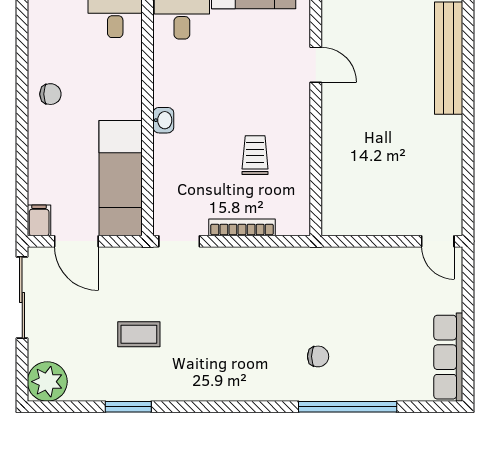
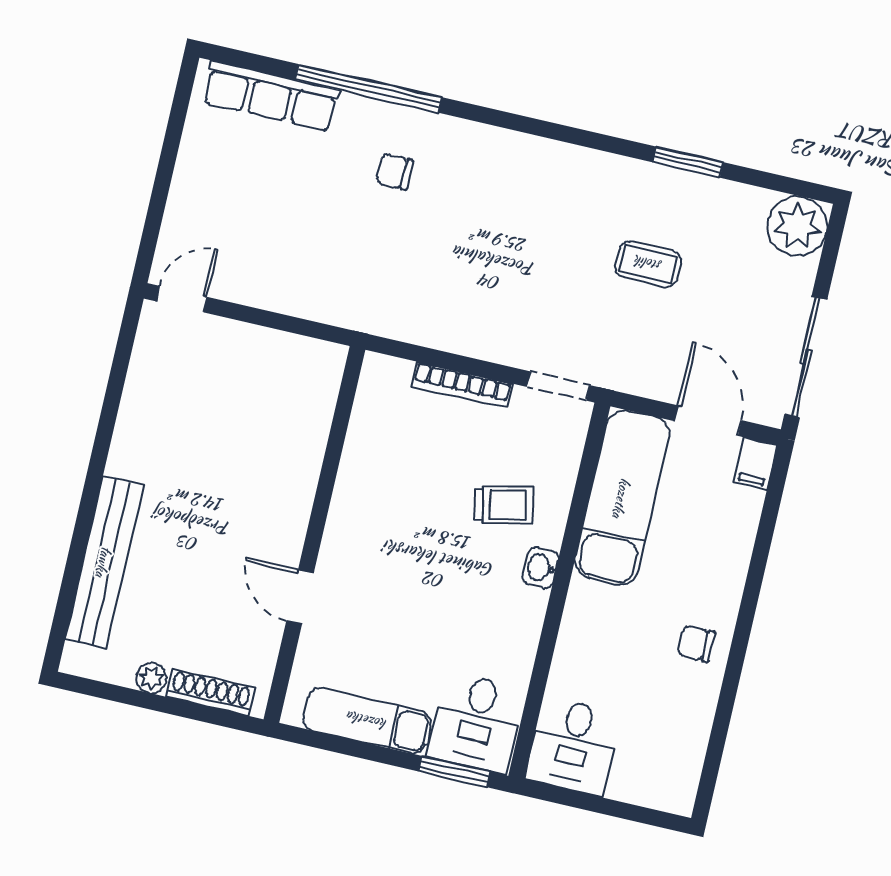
trolley: (255, 155) -> (504, 505), moved, turned -102
door: (438, 241) -> (182, 299), hinge flipped
row of seats: (448, 357) -> (271, 96), moved, turned 90

